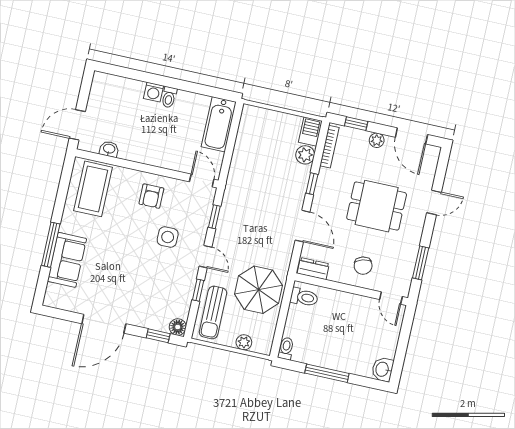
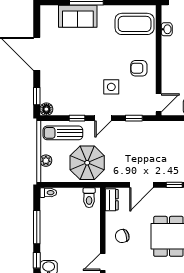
window: (370, 383) -> (37, 260), added

